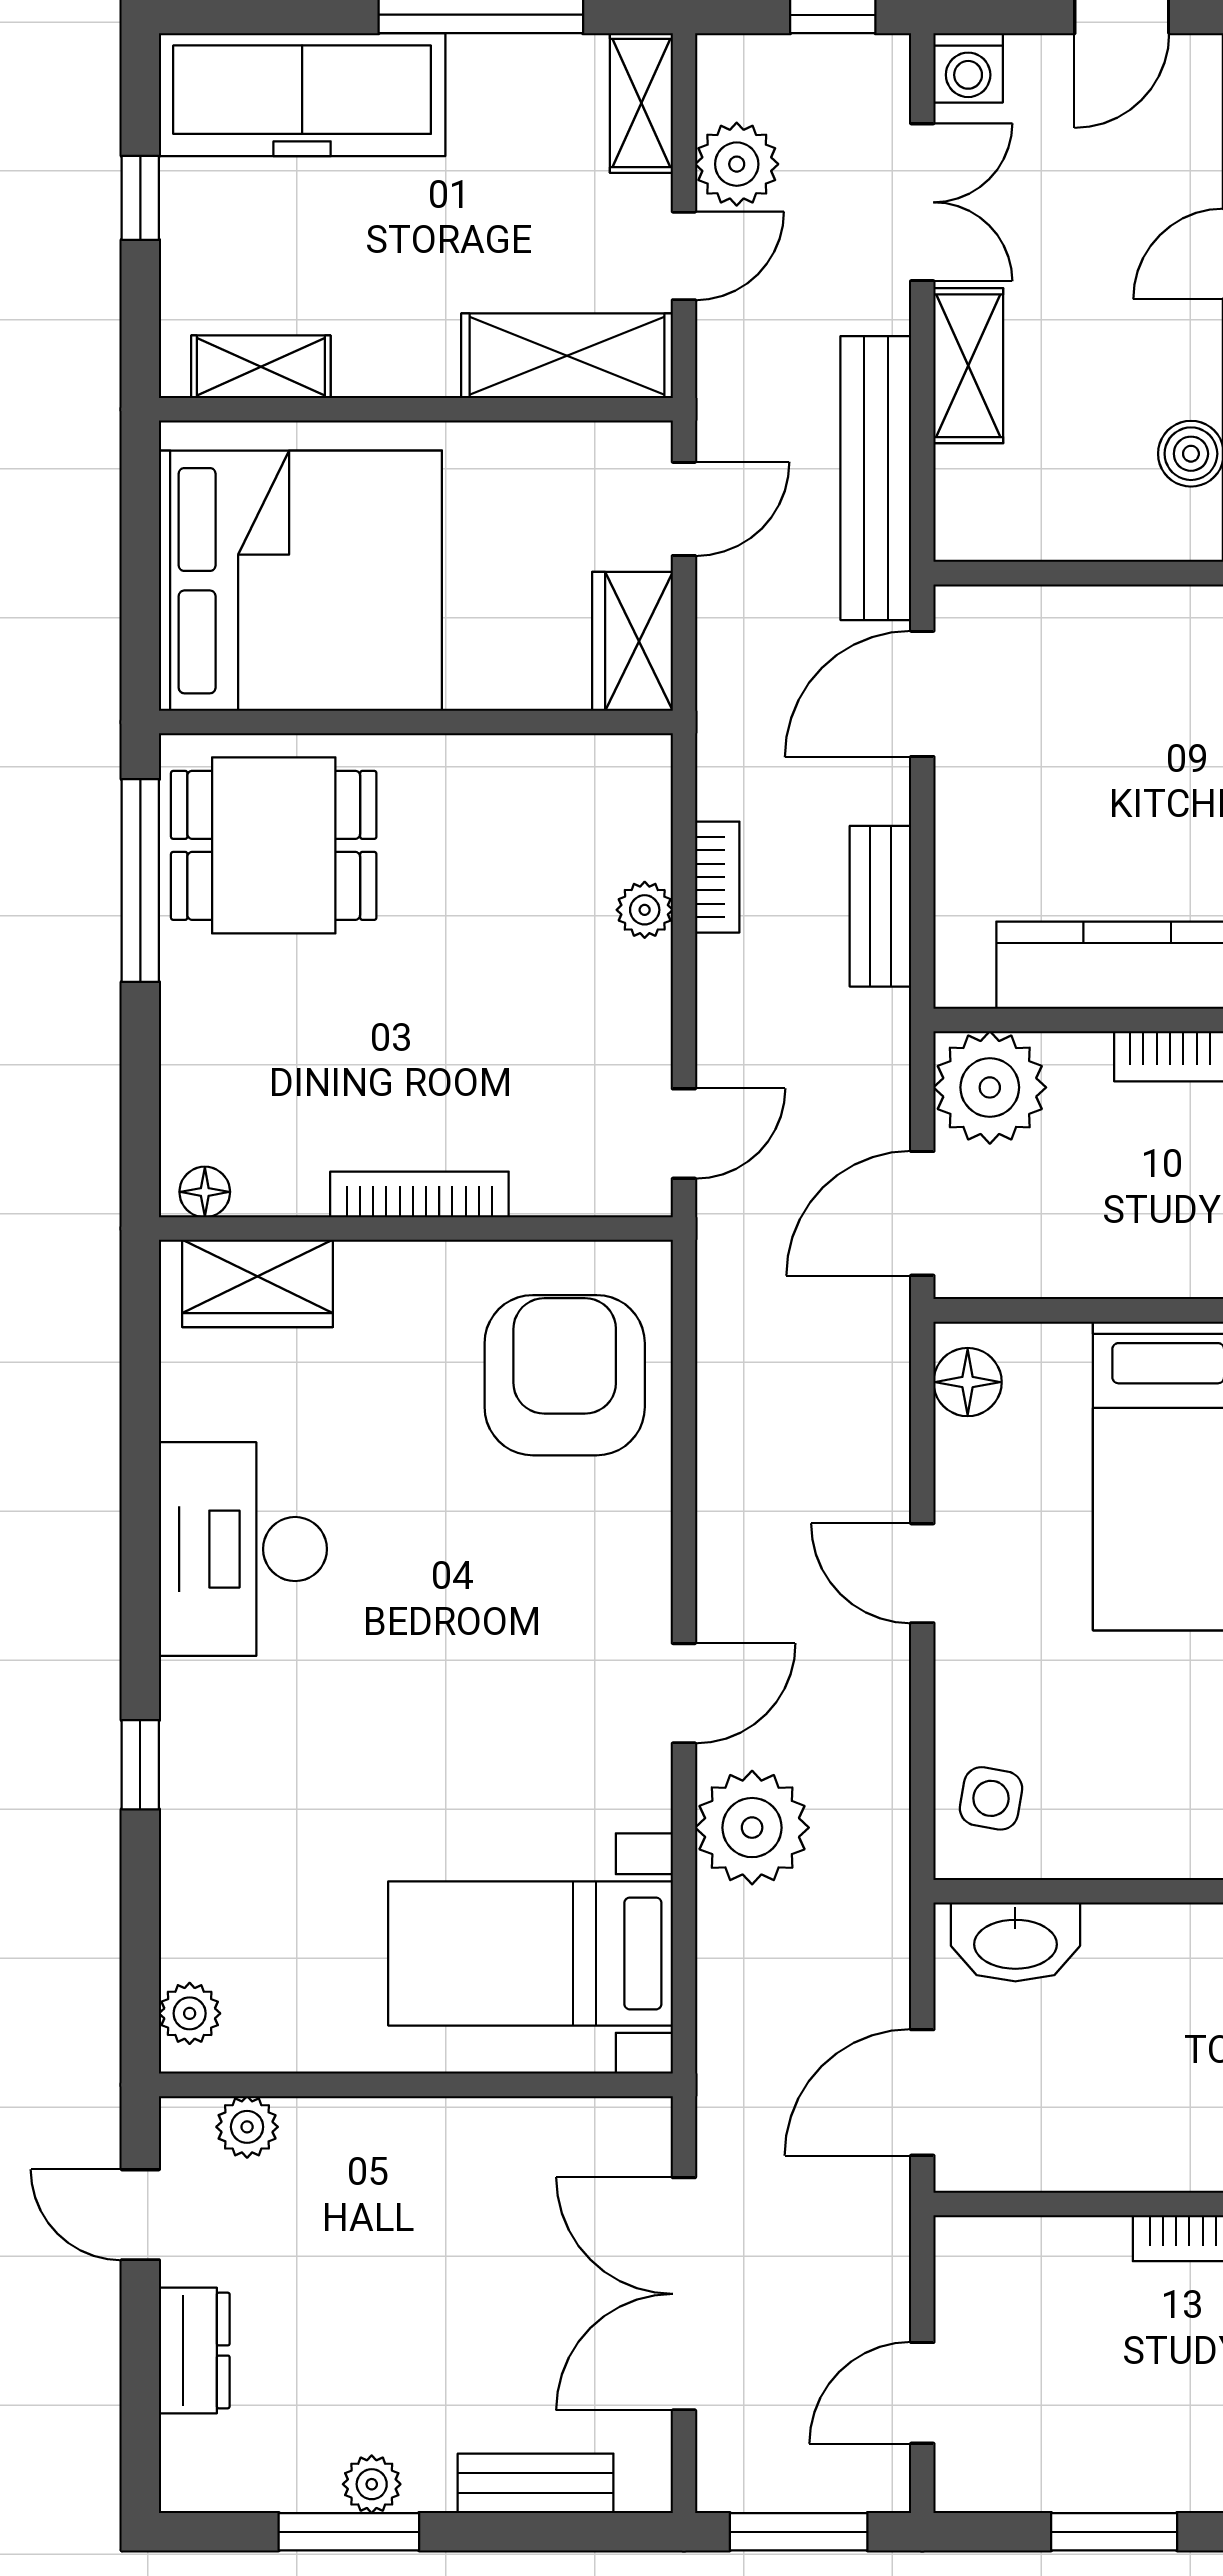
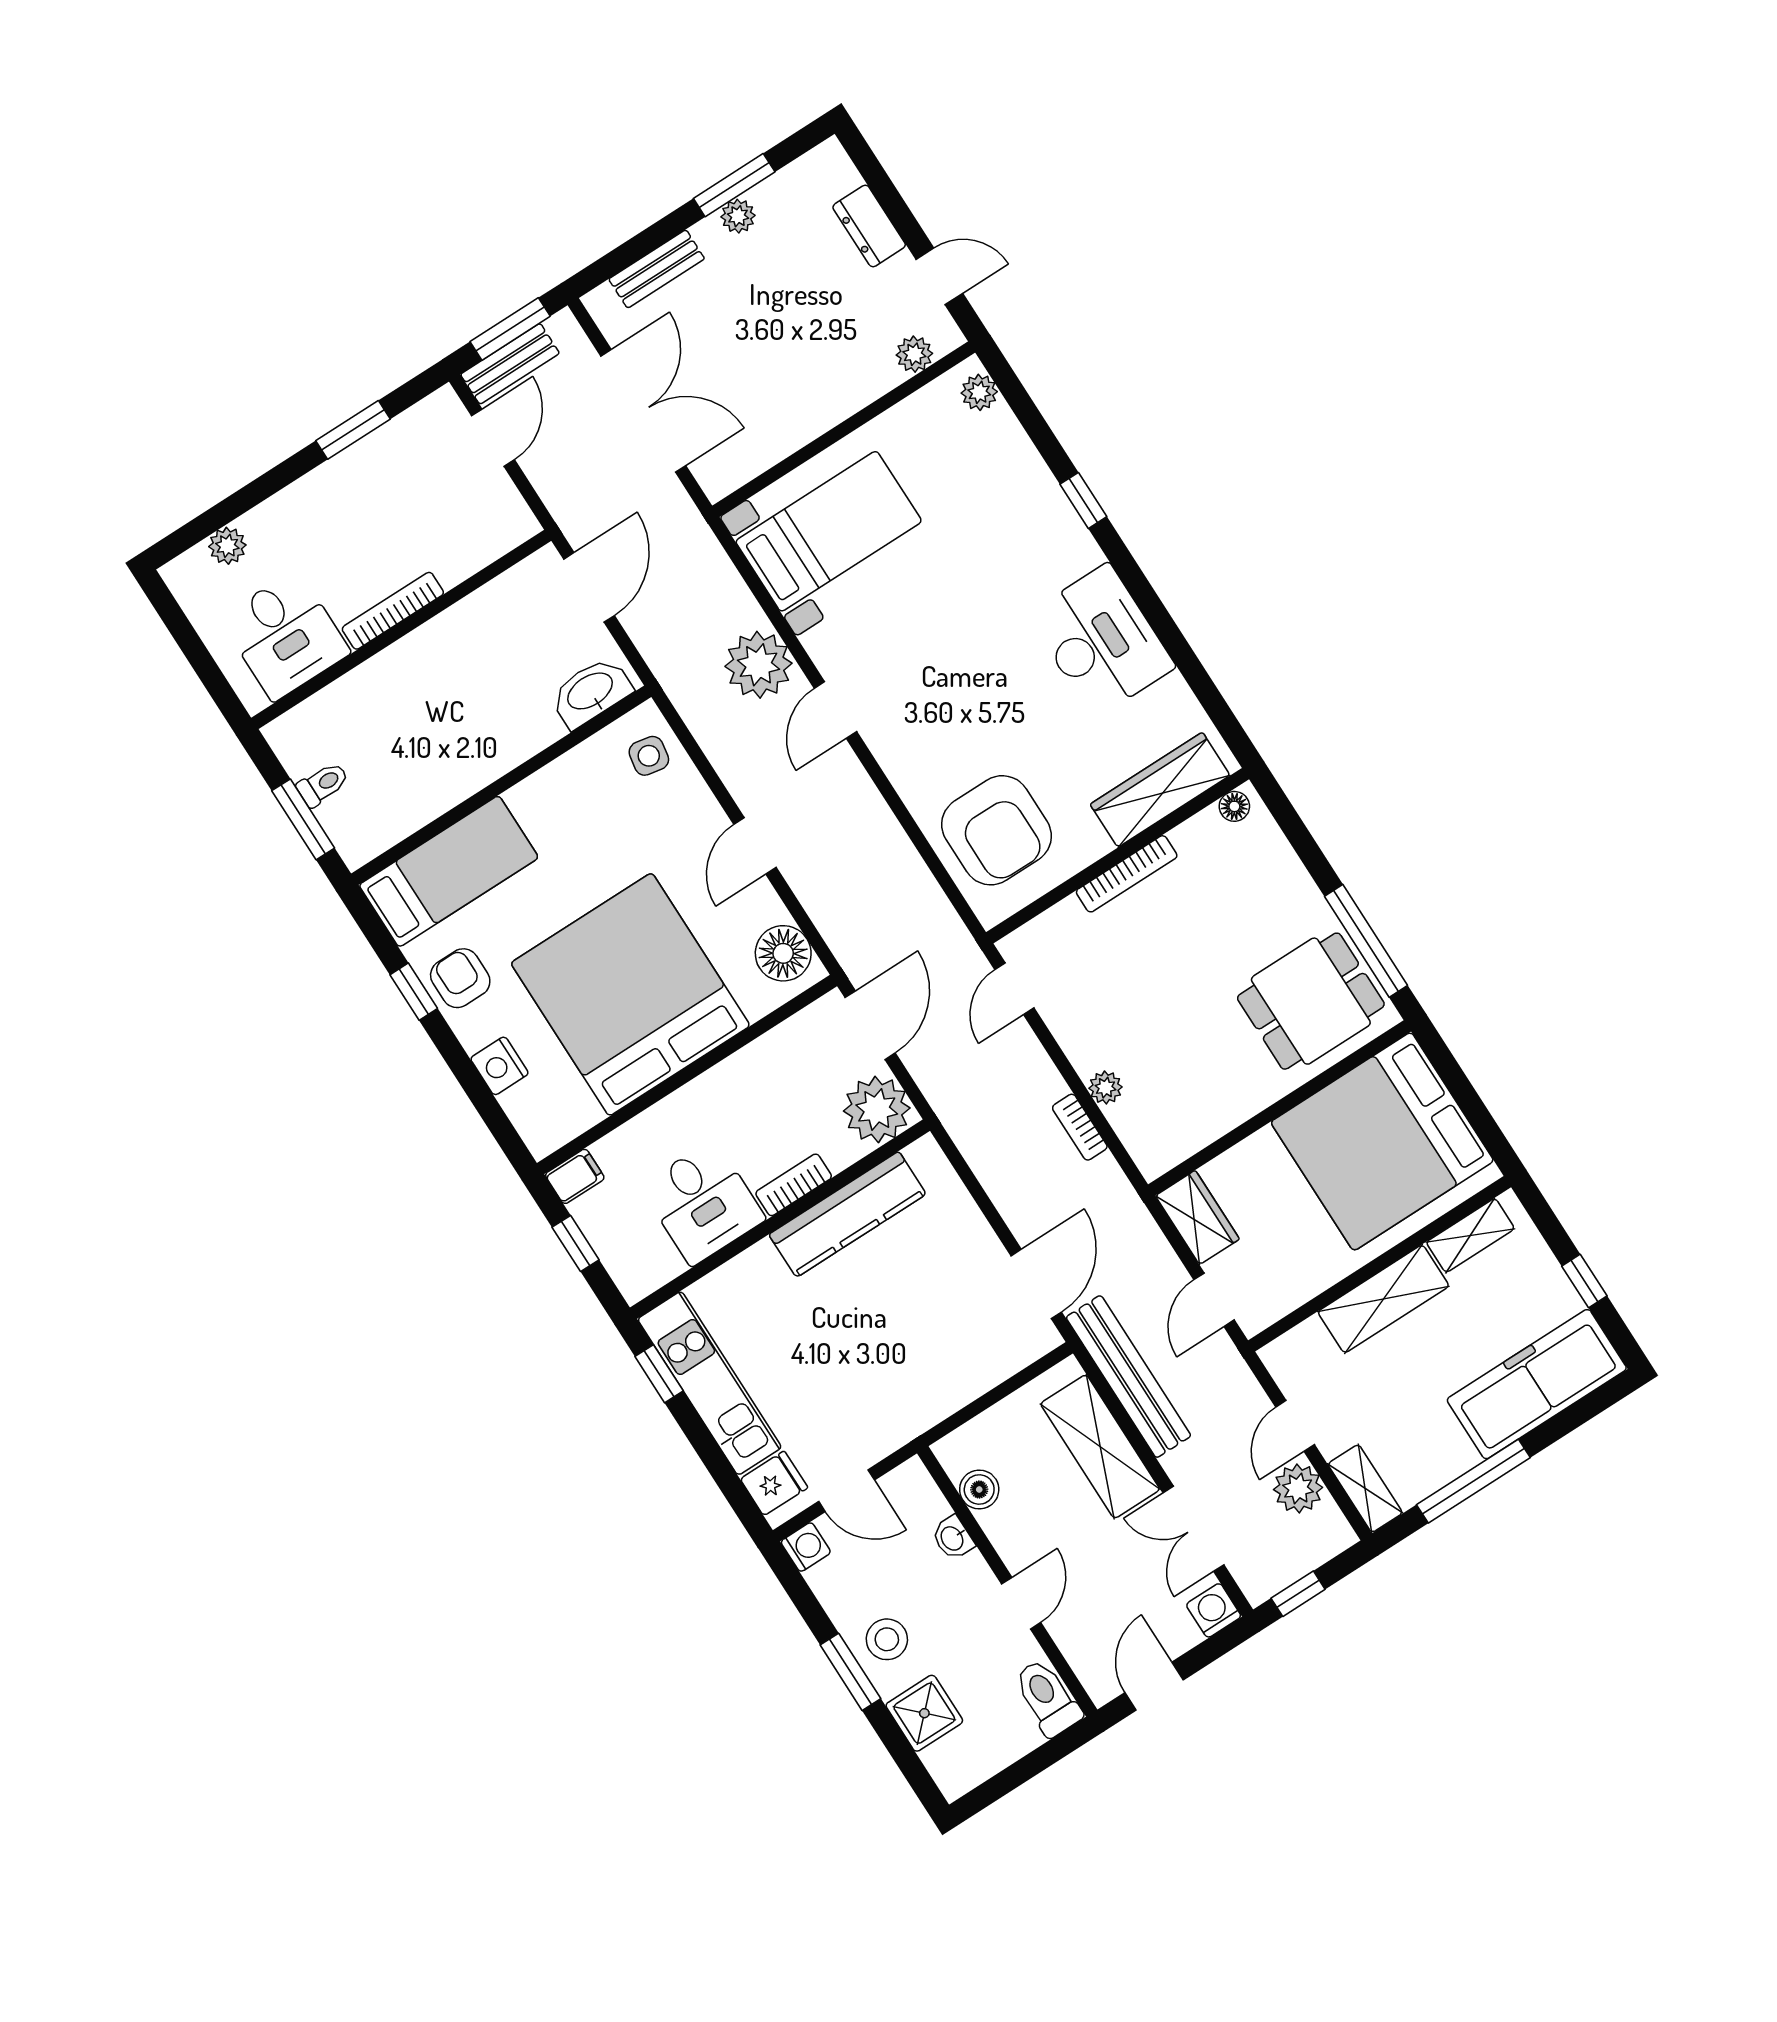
shelving: (567, 356) -> (1383, 1299), moved
shelving: (968, 366) -> (1100, 1447), width x1.50, depth x1.33
bench: (880, 906) -> (510, 364), moved, turned 90
wardrobe: (258, 1283) -> (1160, 790), width x1.50
floor lamp: (968, 1382) -> (783, 953), width x1.38, depth x1.38
door: (922, 1573) -> (755, 846), swing flipped

